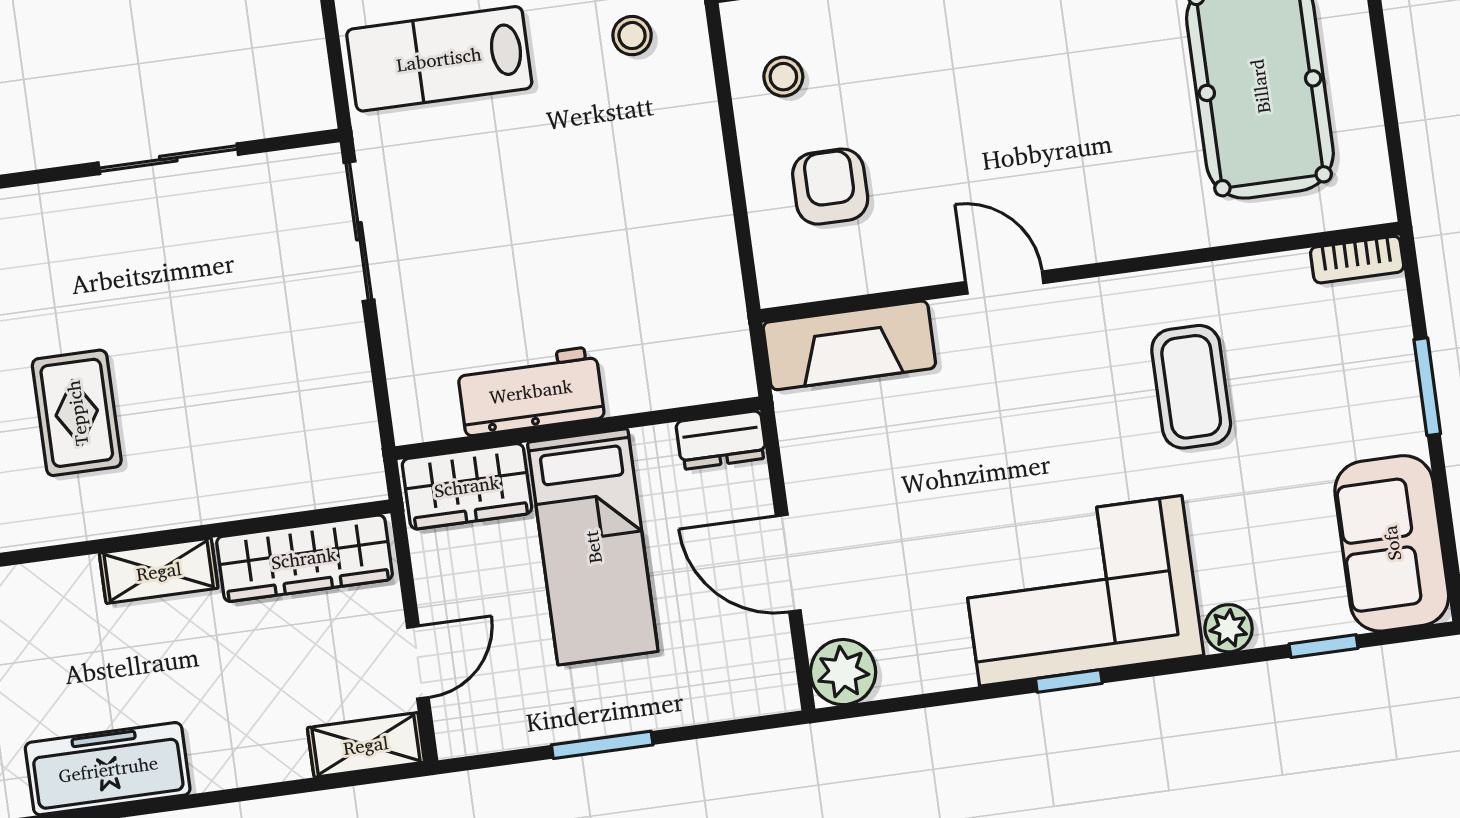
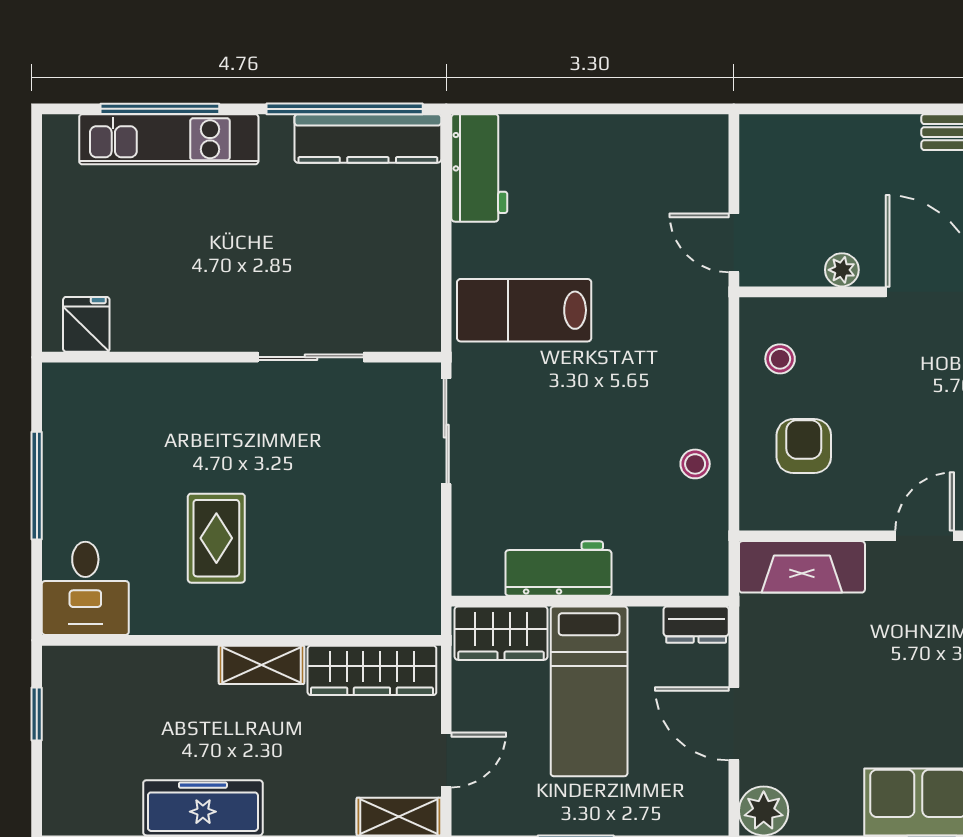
stool: (632, 36) -> (695, 464), moved
door: (1005, 283) -> (925, 536), hinge flipped

